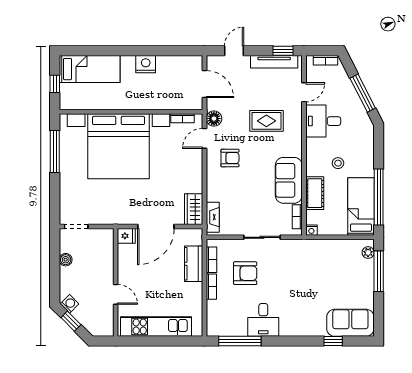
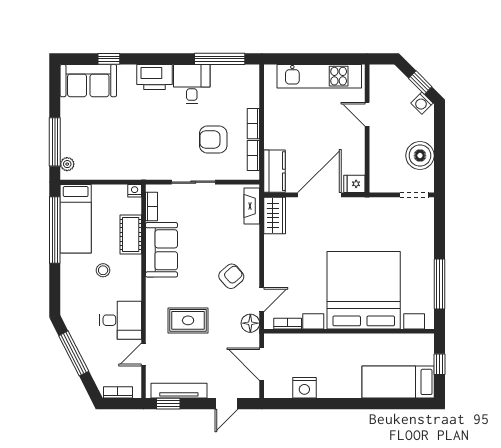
nightstand: (146, 64) -> (304, 388), moved
armchair: (230, 158) -> (231, 276), turned 139
boiler: (66, 260) -> (420, 156), width x1.86, depth x1.86
kitchen counter: (194, 264) -> (274, 171), moved
printer: (295, 326) -> (154, 77), added

